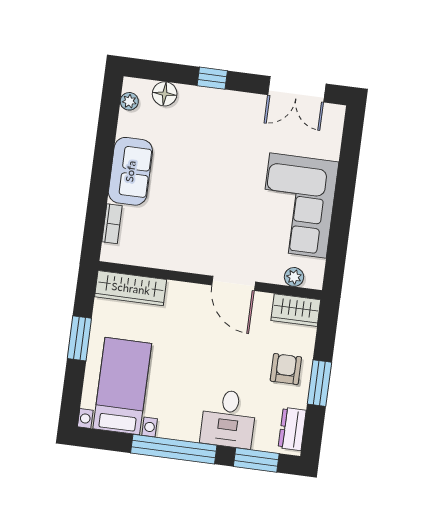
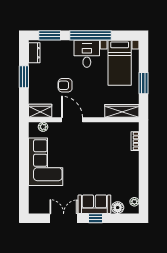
double door: (297, 89) -> (64, 218), moved
sofa: (130, 171) -> (94, 204), moved, turned 90
armchair: (286, 369) -> (65, 85), moved, turned 90
desk: (228, 419) -> (87, 54), moved

